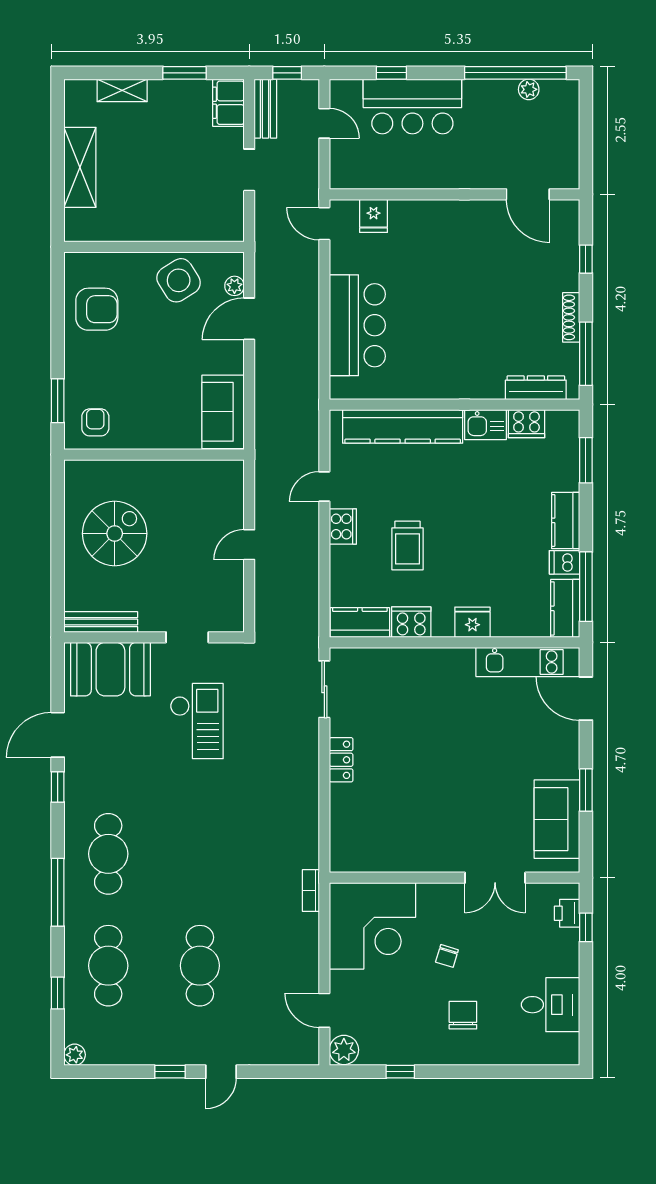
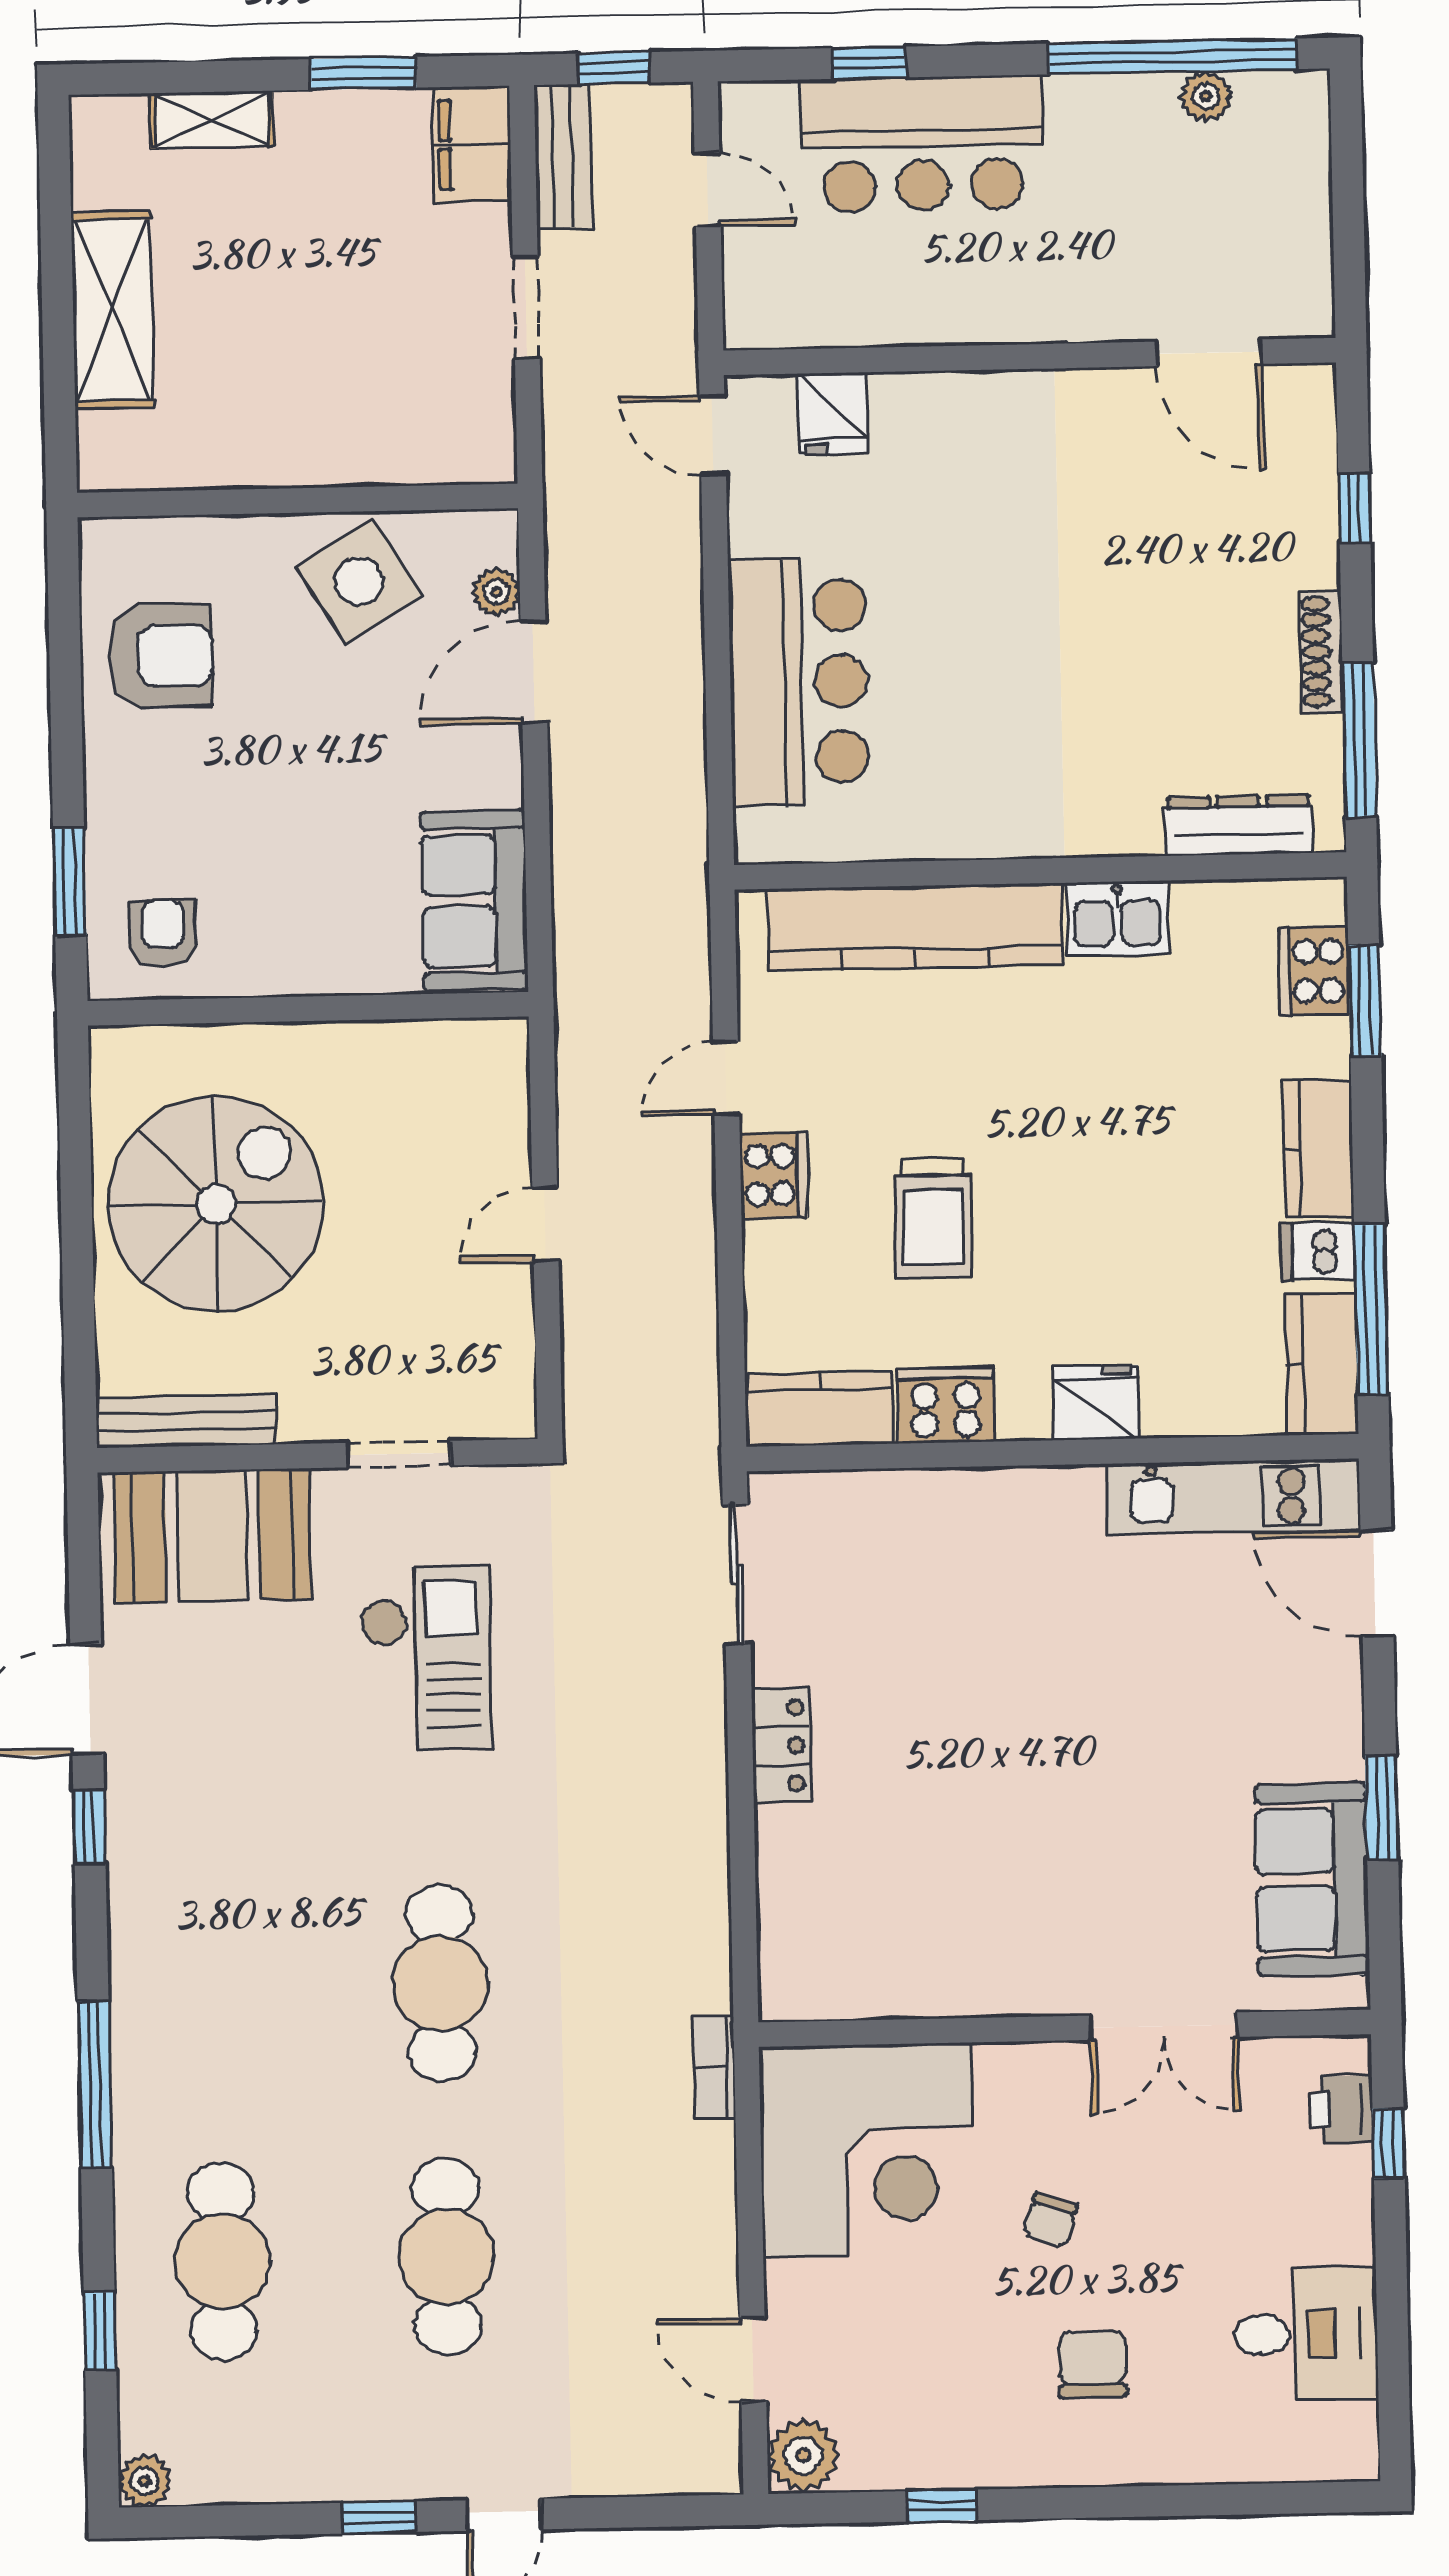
cooker: (526, 424) -> (1314, 971), moved, turned 90
spiral stairs: (115, 533) -> (216, 1204), width x1.37, depth x1.37
cafe table: (108, 854) -> (441, 1983), moved

